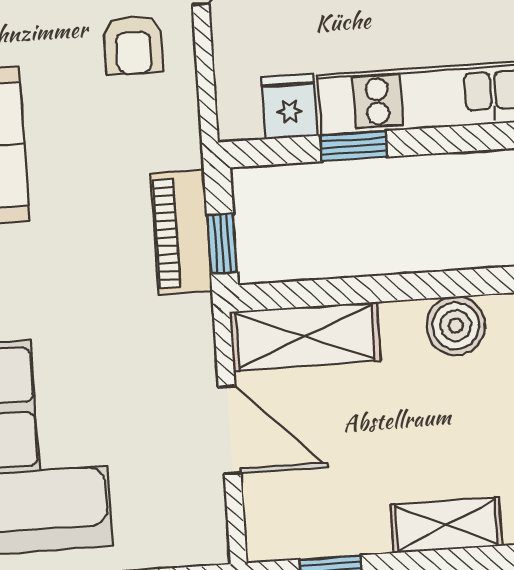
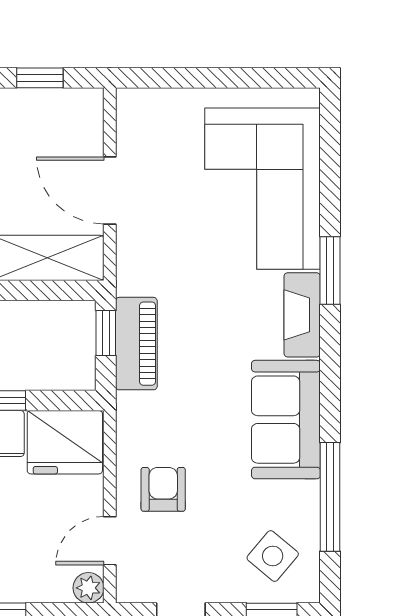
fridge: (289, 106) -> (65, 442), width x1.88, depth x1.34

